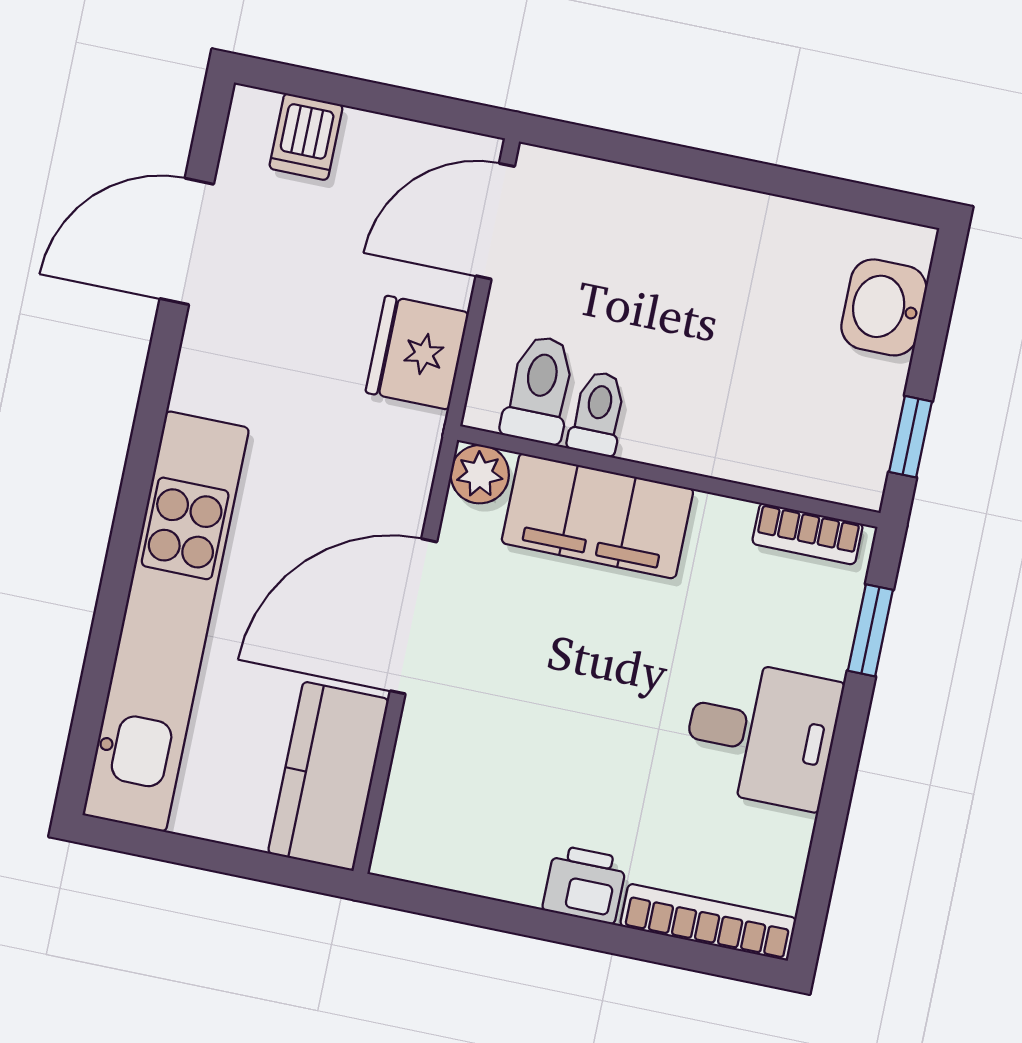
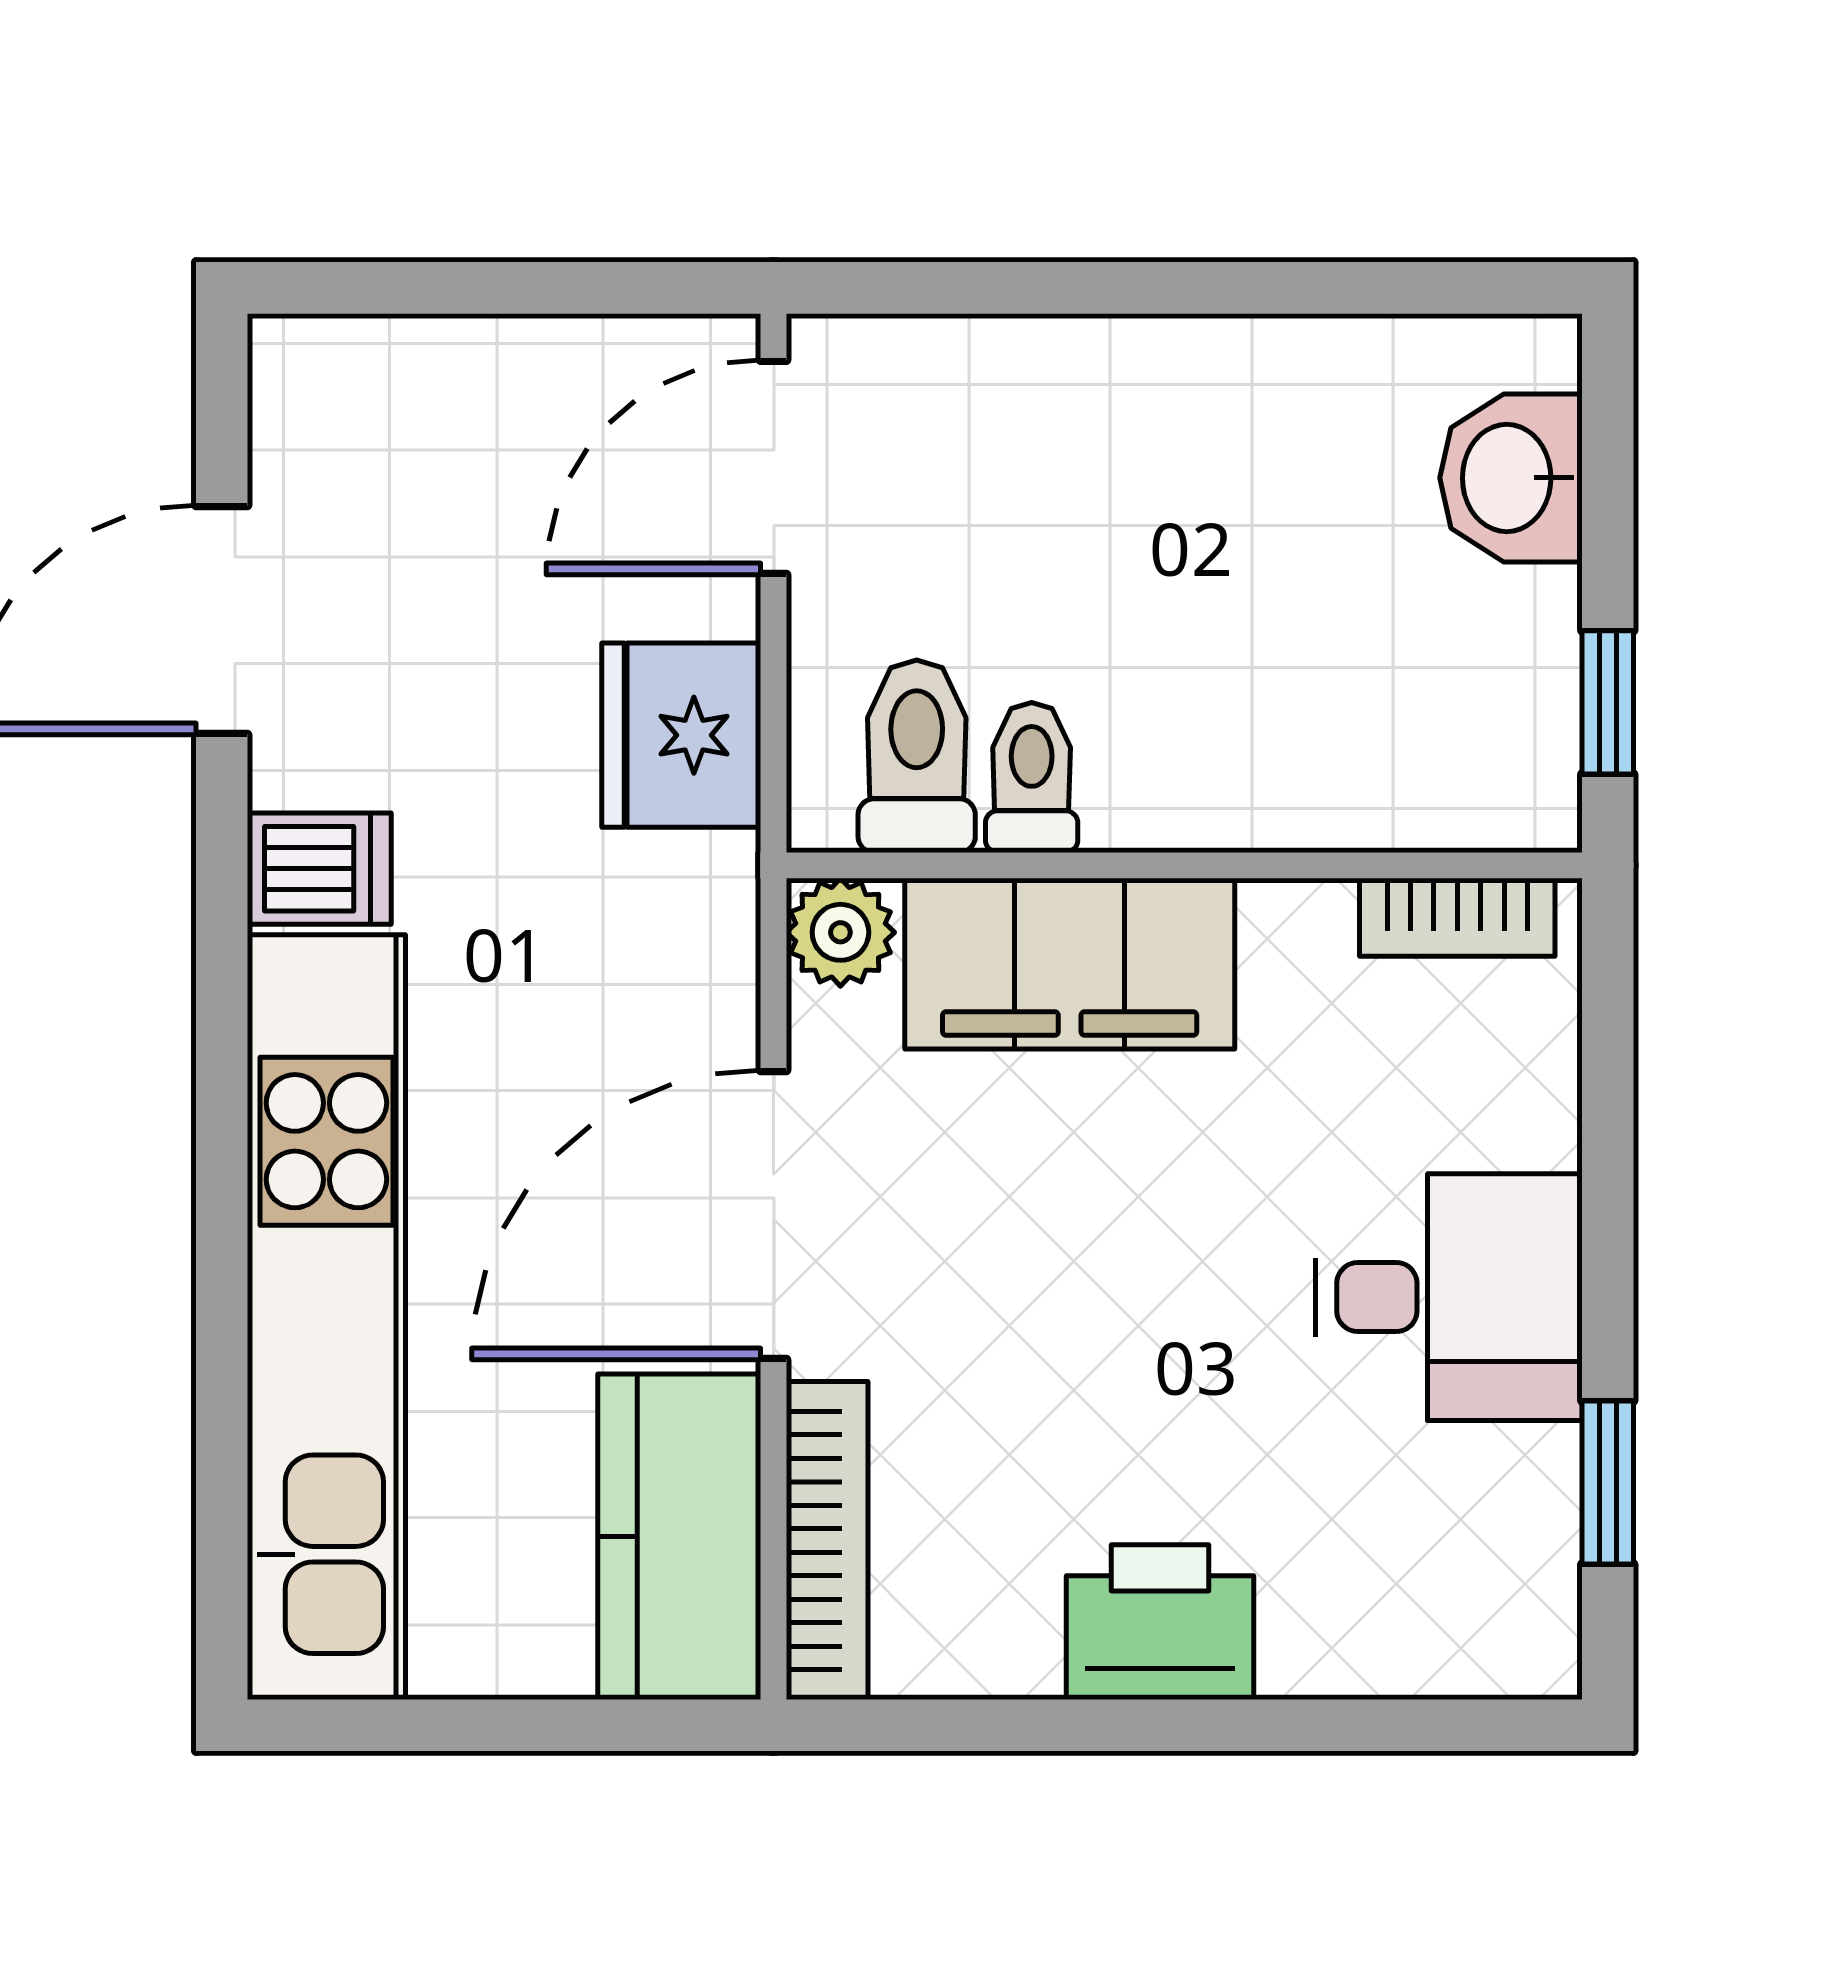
dishwasher: (306, 137) -> (319, 869), moved, turned -90
window: (870, 630) -> (1608, 1483), moved
printer: (585, 885) -> (1160, 1622), width x1.36, depth x1.24
bookcase: (708, 922) -> (827, 1540), moved, turned 90

